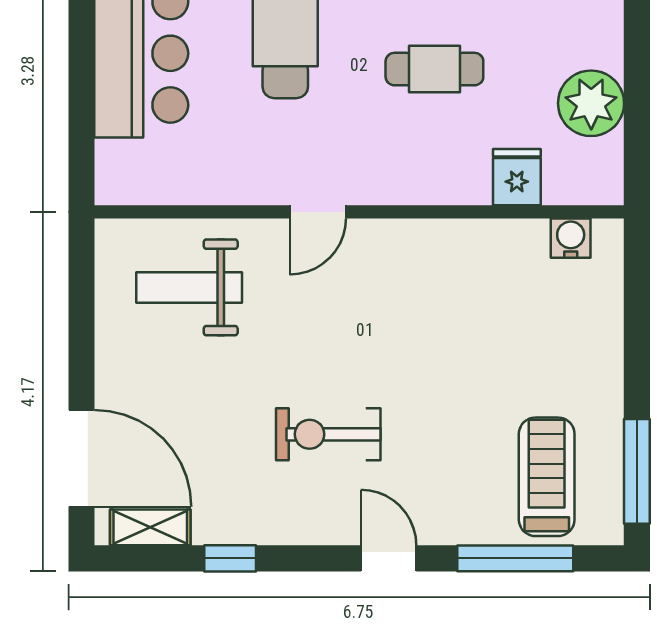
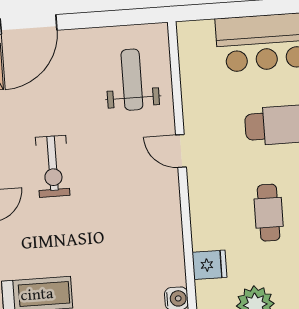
exercise bike: (328, 434) -> (53, 166), turned 180

